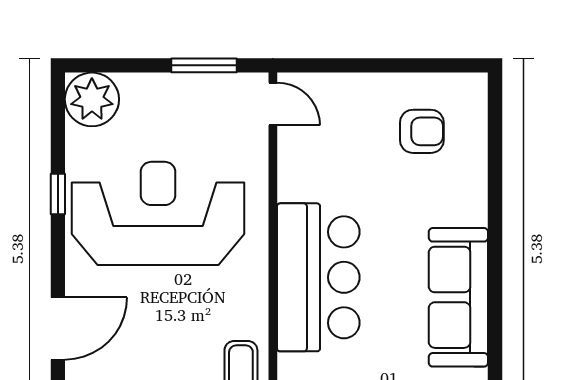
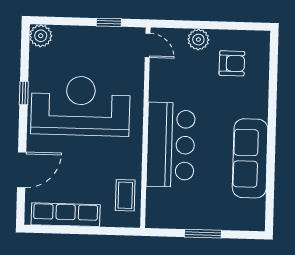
window: (204, 65) -> (109, 22), width x0.67
plant: (362, 91) -> (198, 40), added
plant: (92, 99) -> (41, 36), width x0.73, depth x0.73

